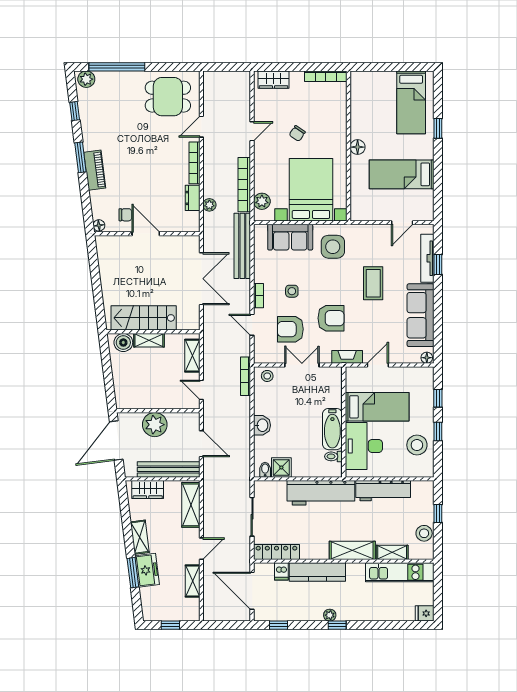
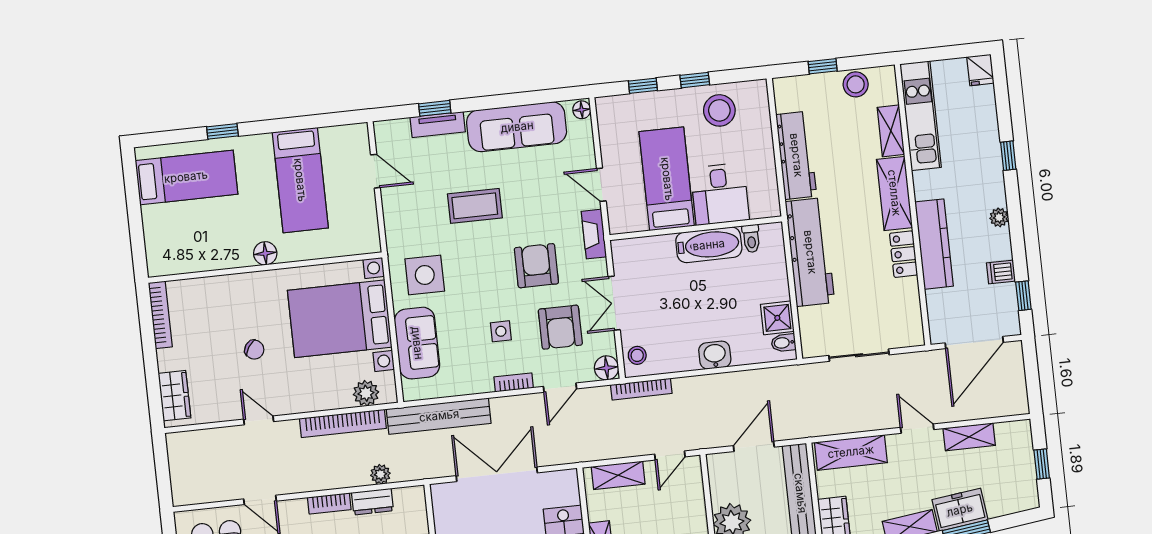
bookcase: (194, 163) -> (329, 503), width x0.64
tv unit: (427, 258) -> (438, 125), width x0.71
floor lamp: (261, 356) -> (607, 368), added
desk: (364, 446) -> (720, 194), width x0.73
locker: (276, 552) -> (904, 254), moved, width x0.66
dishwasher: (281, 571) -> (1001, 272), moved, turned 180
window: (337, 625) -> (1008, 156), moved

